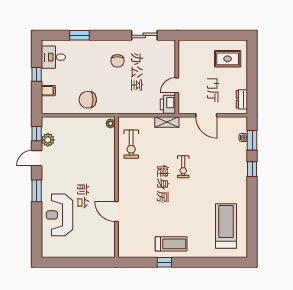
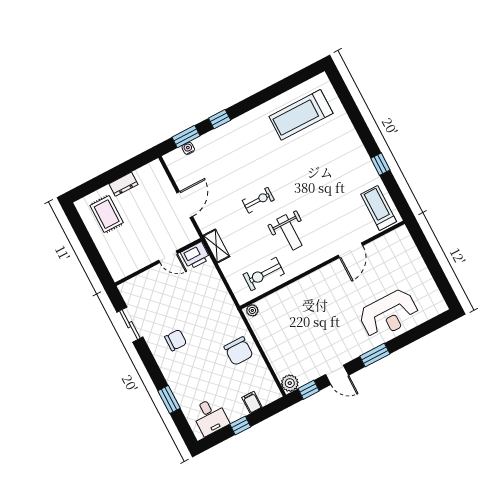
dresser: (242, 99) -> (123, 184), moved
plant: (48, 140) -> (290, 383), moved
exercise bike: (131, 144) -> (264, 274), turned 180
weight bench: (150, 176) -> (289, 232), added
treadmill: (171, 244) -> (379, 208), moved

